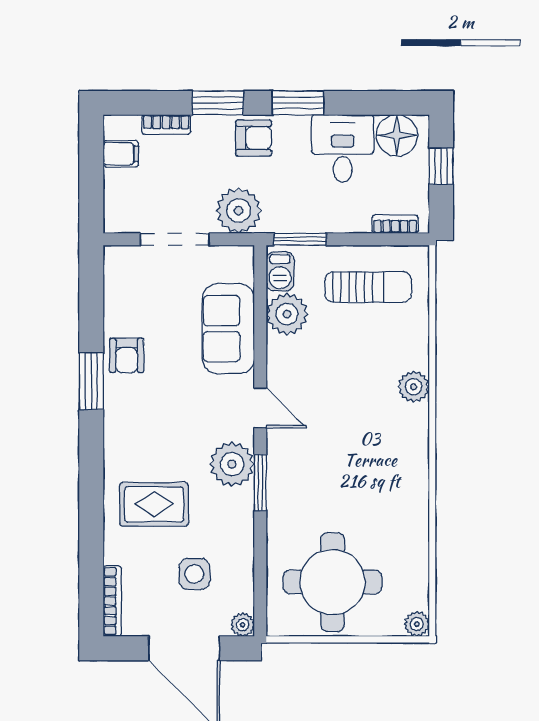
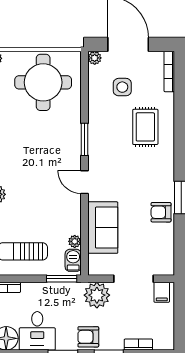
filing cabinet: (121, 154) -> (162, 292), moved, turned -90
plant: (287, 314) -> (75, 241), width x0.53, depth x0.53
armchair: (127, 355) -> (161, 212), turned -90
plant: (232, 464) -> (101, 150), removed
rug: (154, 504) -> (145, 127), turned 90

